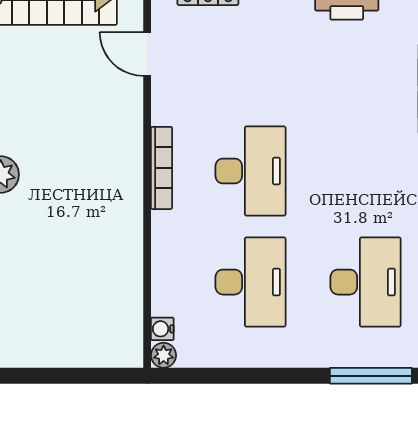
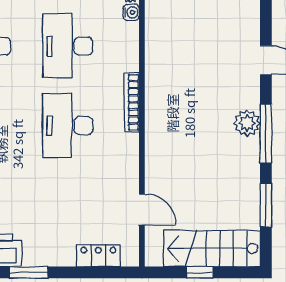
bookcase: (162, 168) -> (132, 102), moved

